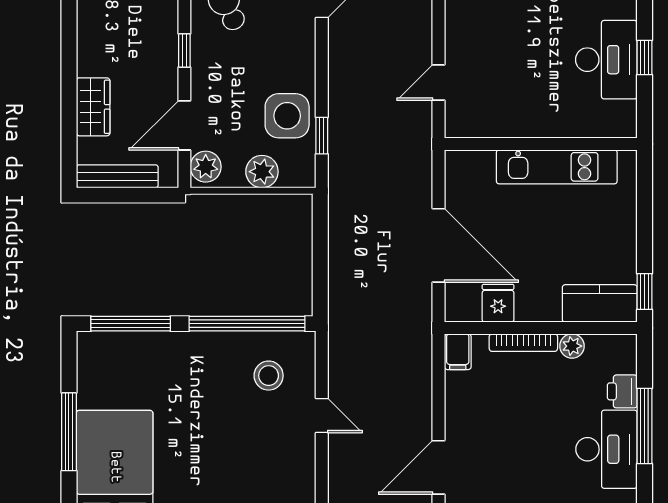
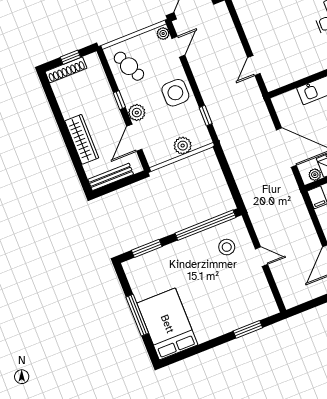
wardrobe: (93, 107) -> (82, 139), width x1.50
side table: (287, 116) -> (175, 93), moved
plant: (206, 167) -> (137, 113), moved
plant: (469, 311) -> (315, 175), added
window: (131, 324) -> (147, 248), width x0.69

